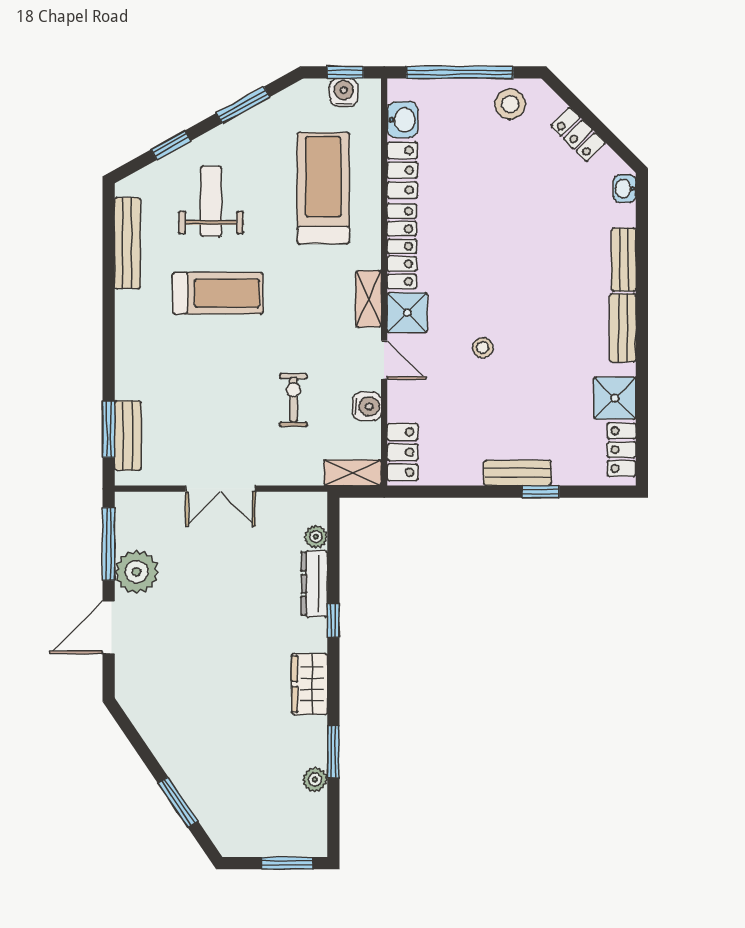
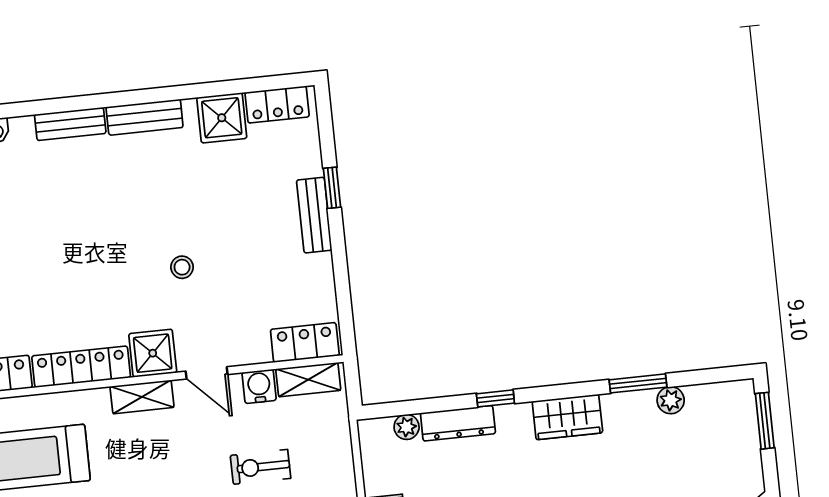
door: (384, 360) -> (207, 373), swing flipped
shelving: (353, 473) -> (308, 380), moved, turned 90

